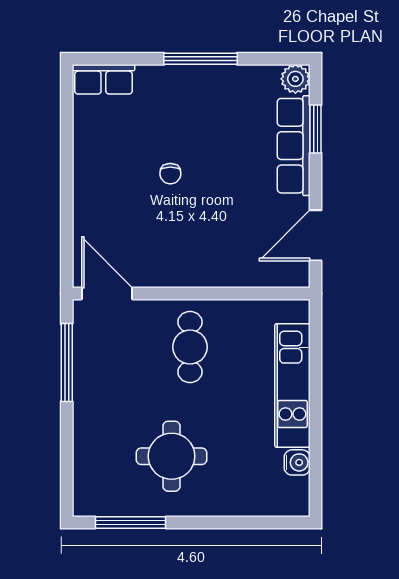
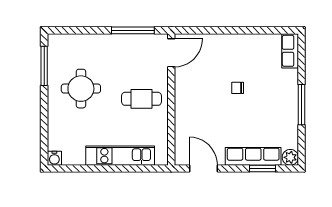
water cooler: (297, 462) -> (54, 158), moved

